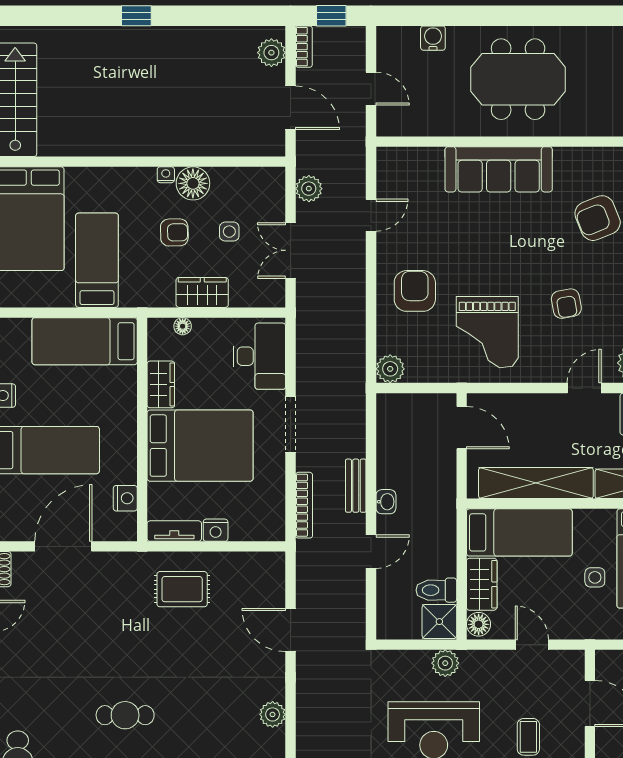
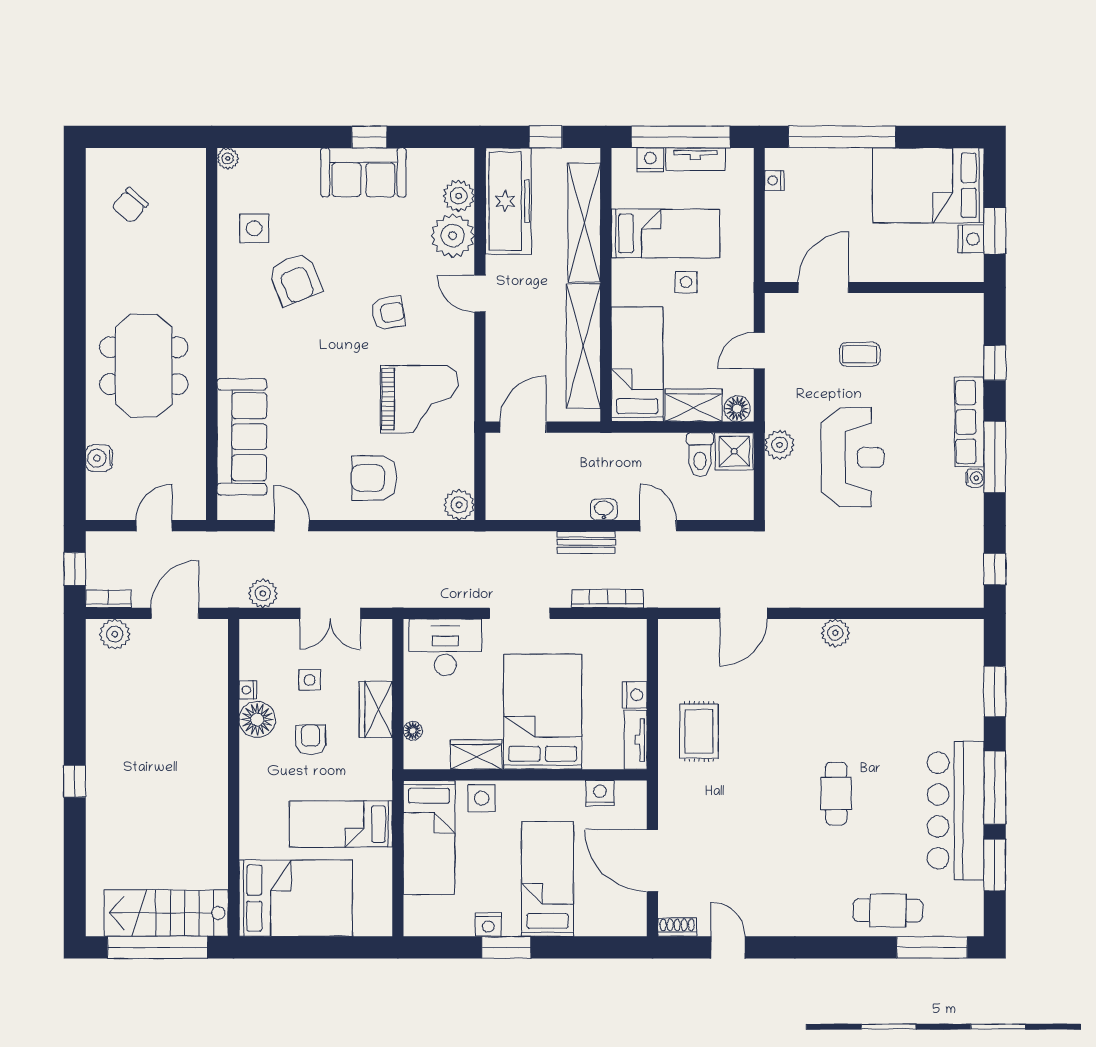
sofa: (499, 169) -> (242, 437), moved
nightstand: (166, 175) -> (248, 690), moved
side table: (121, 390) -> (482, 798), added

